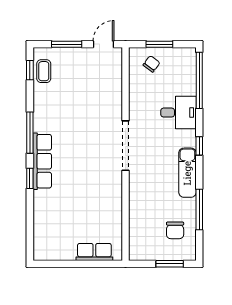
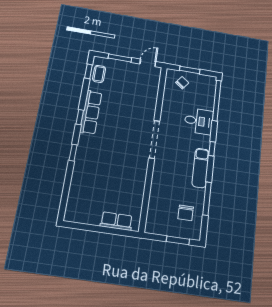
window: (30, 133) -> (80, 117), width x0.46
row of seats: (42, 161) -> (91, 112), moved

